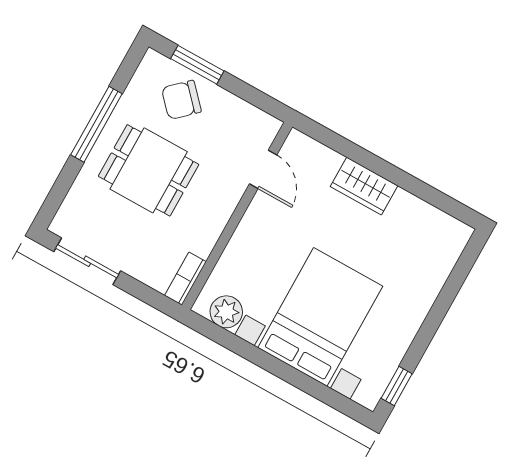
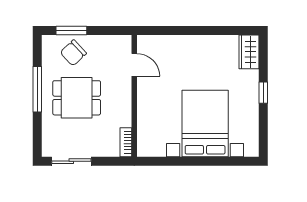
wardrobe: (364, 186) -> (249, 52), moved, turned 90
plant: (226, 312) -> (156, 147), removed
window: (397, 386) -> (263, 93), moved

